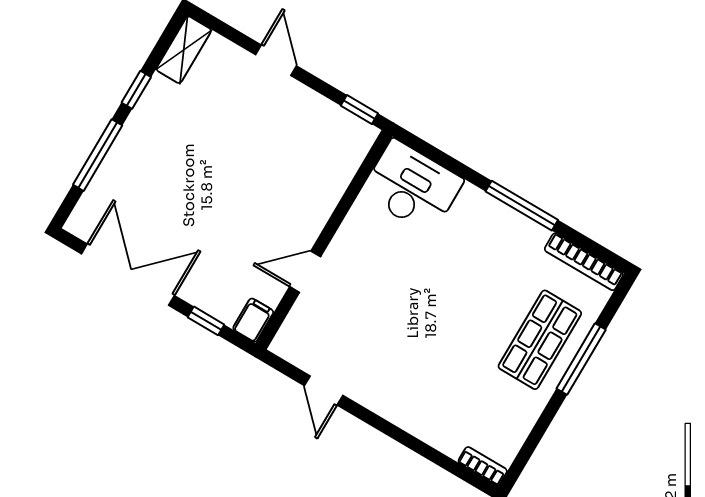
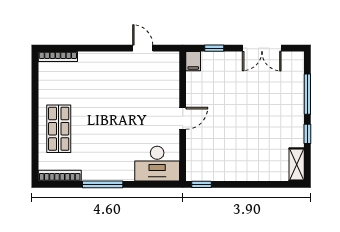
door: (276, 60) -> (252, 184), removed
door: (305, 272) -> (183, 118), moved
double door: (128, 275) -> (262, 48), width x0.73
window: (581, 359) -> (35, 131), removed
bookcase: (483, 466) -> (58, 57), width x1.56

